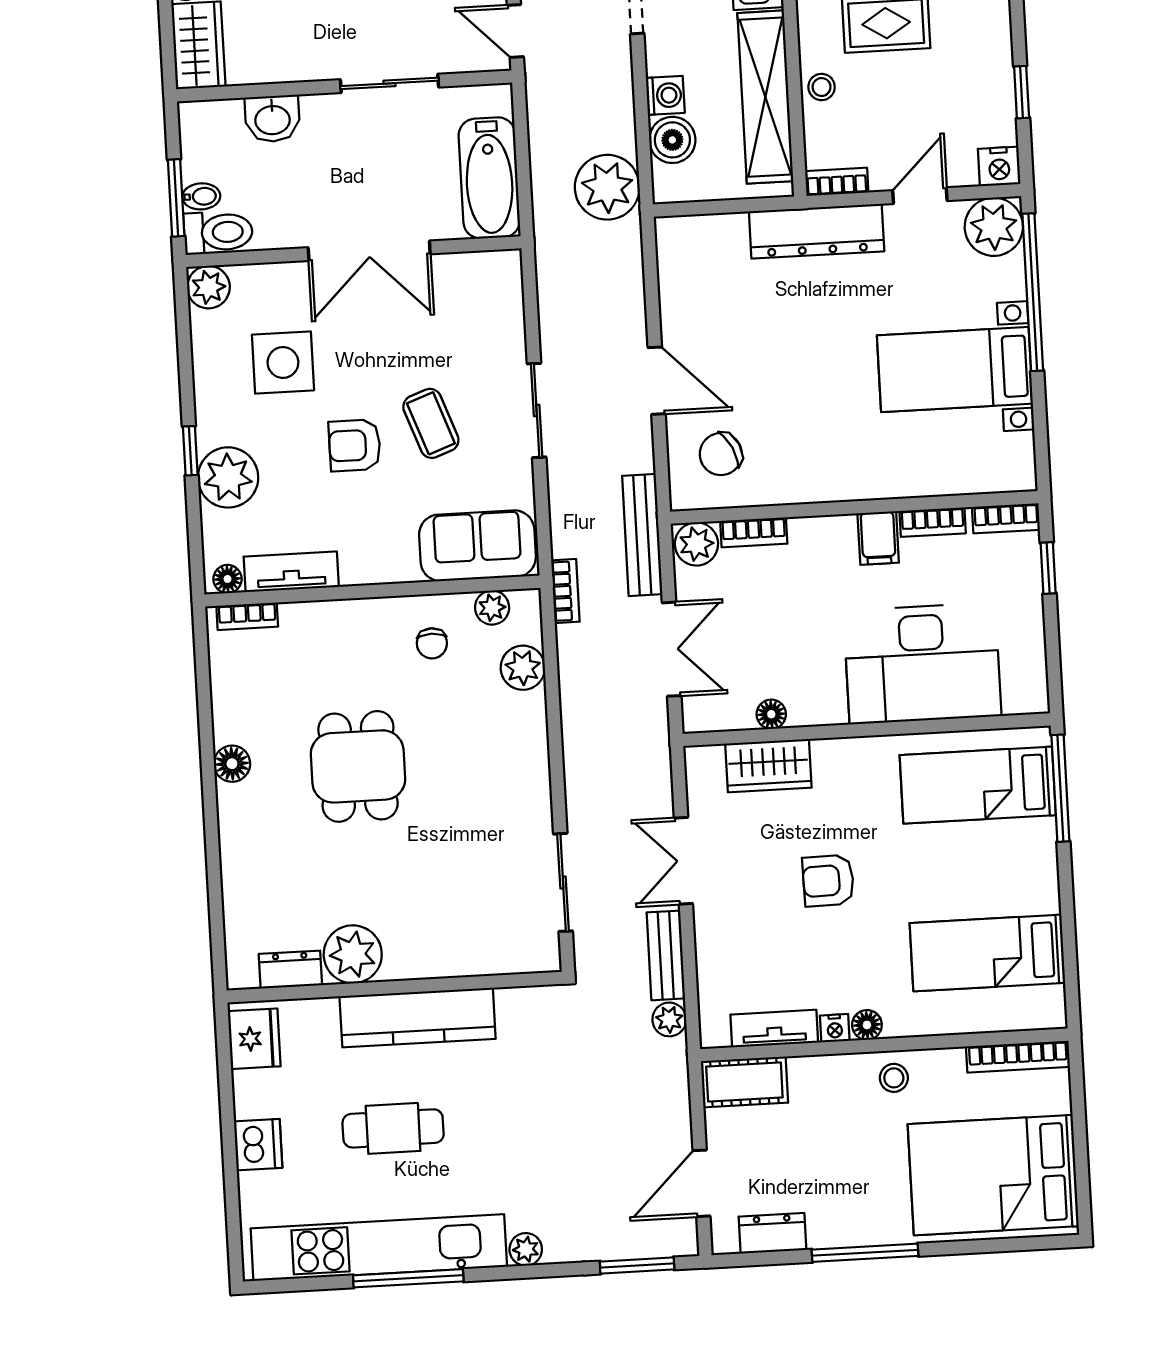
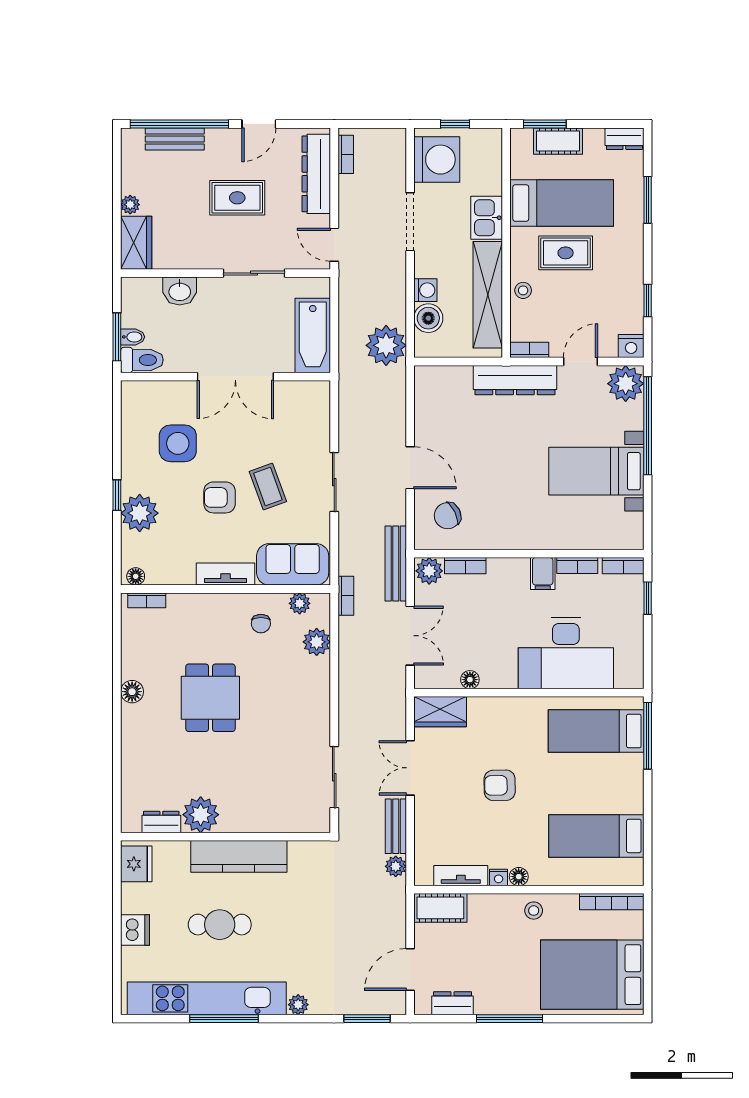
plant: (208, 287) -> (134, 394), removed
tv unit: (291, 572) -> (225, 574), moved
wardrobe: (768, 766) -> (440, 712), moved

